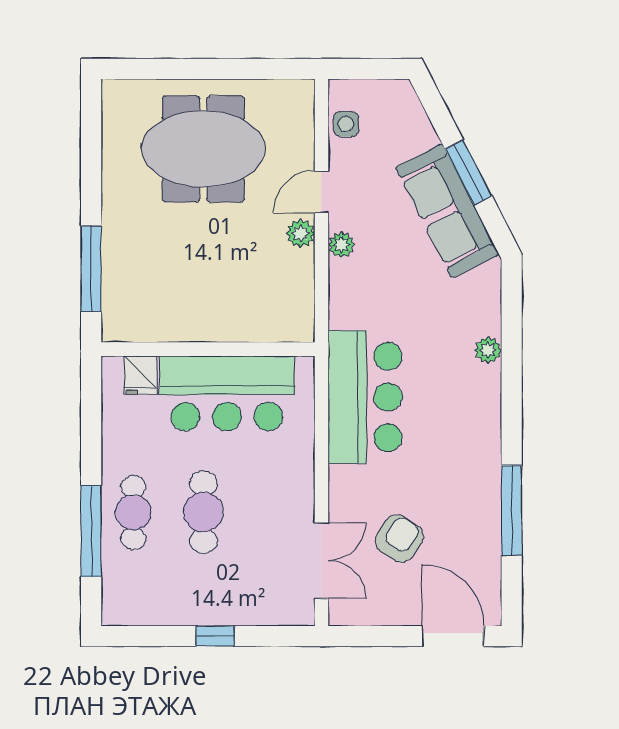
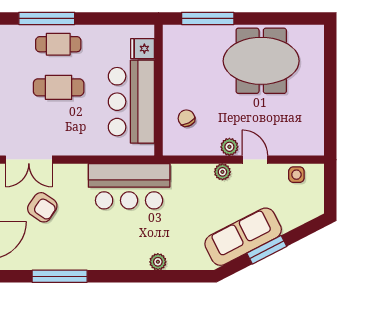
meeting table: (203, 149) -> (261, 61), moved, turned 90
chair: (254, 303) -> (186, 118), added

